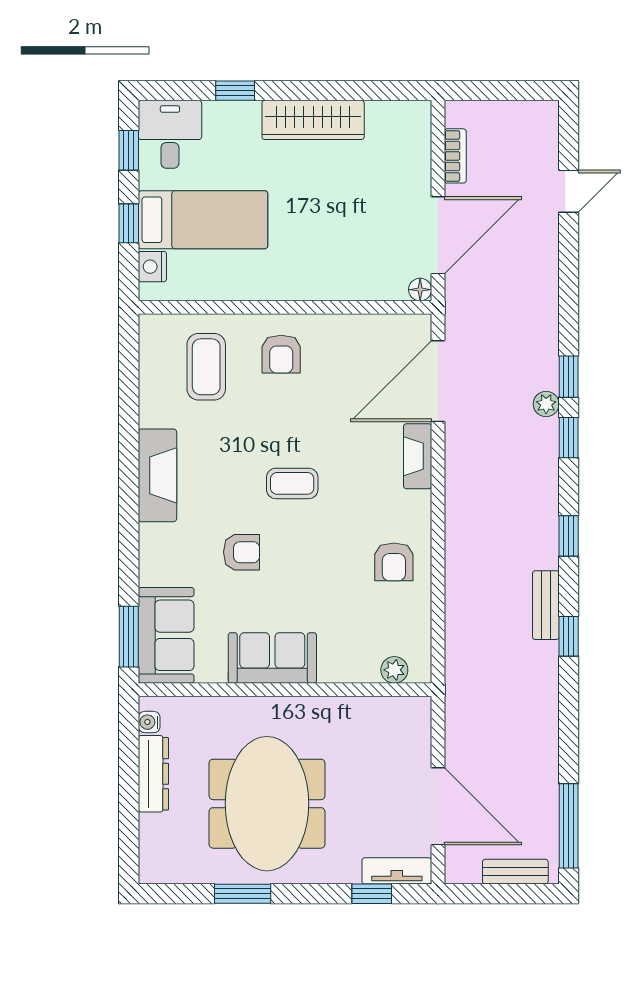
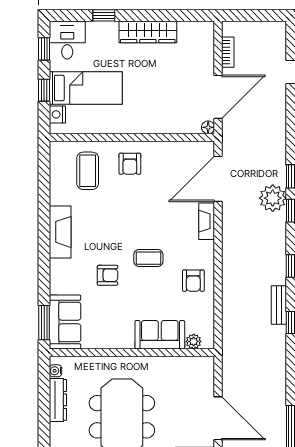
plant: (546, 404) -> (273, 198), width x1.87, depth x1.87
coffee table: (292, 483) -> (148, 258), moved
sofa: (272, 658) -> (160, 335), moved

